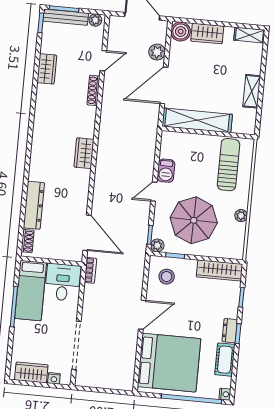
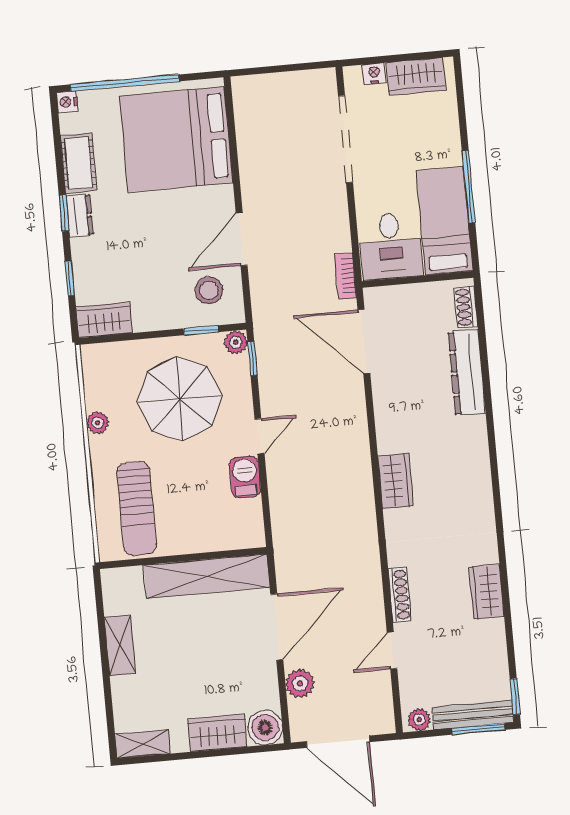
wardrobe: (47, 69) -> (487, 592), moved
wardrobe: (220, 270) -> (104, 320), width x0.67
door: (142, 315) -> (242, 239), moved

